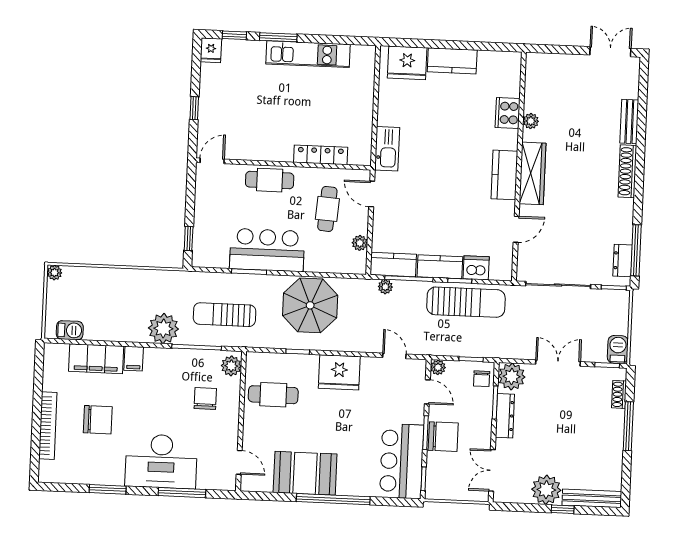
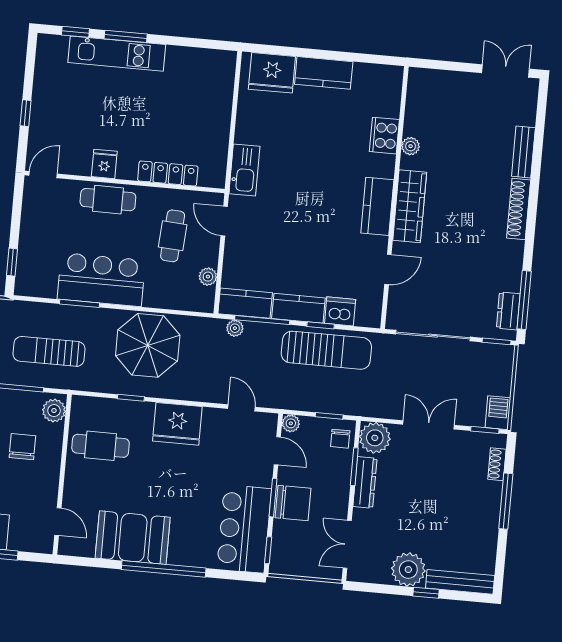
fridge: (211, 50) -> (104, 164), moved, turned 180
kitchen unit: (308, 54) -> (117, 54), moved

